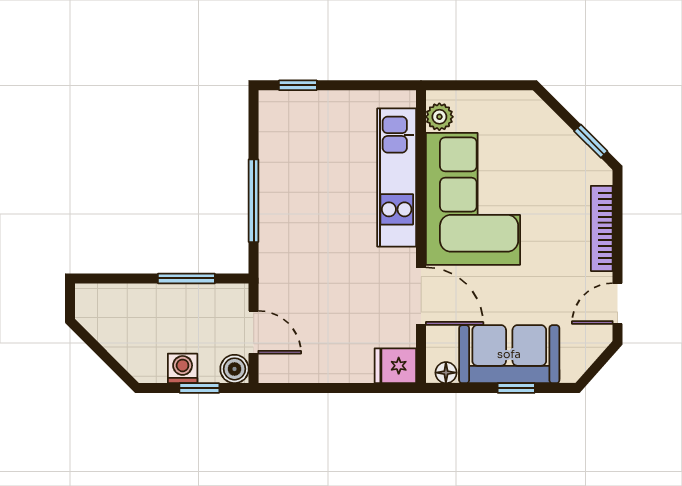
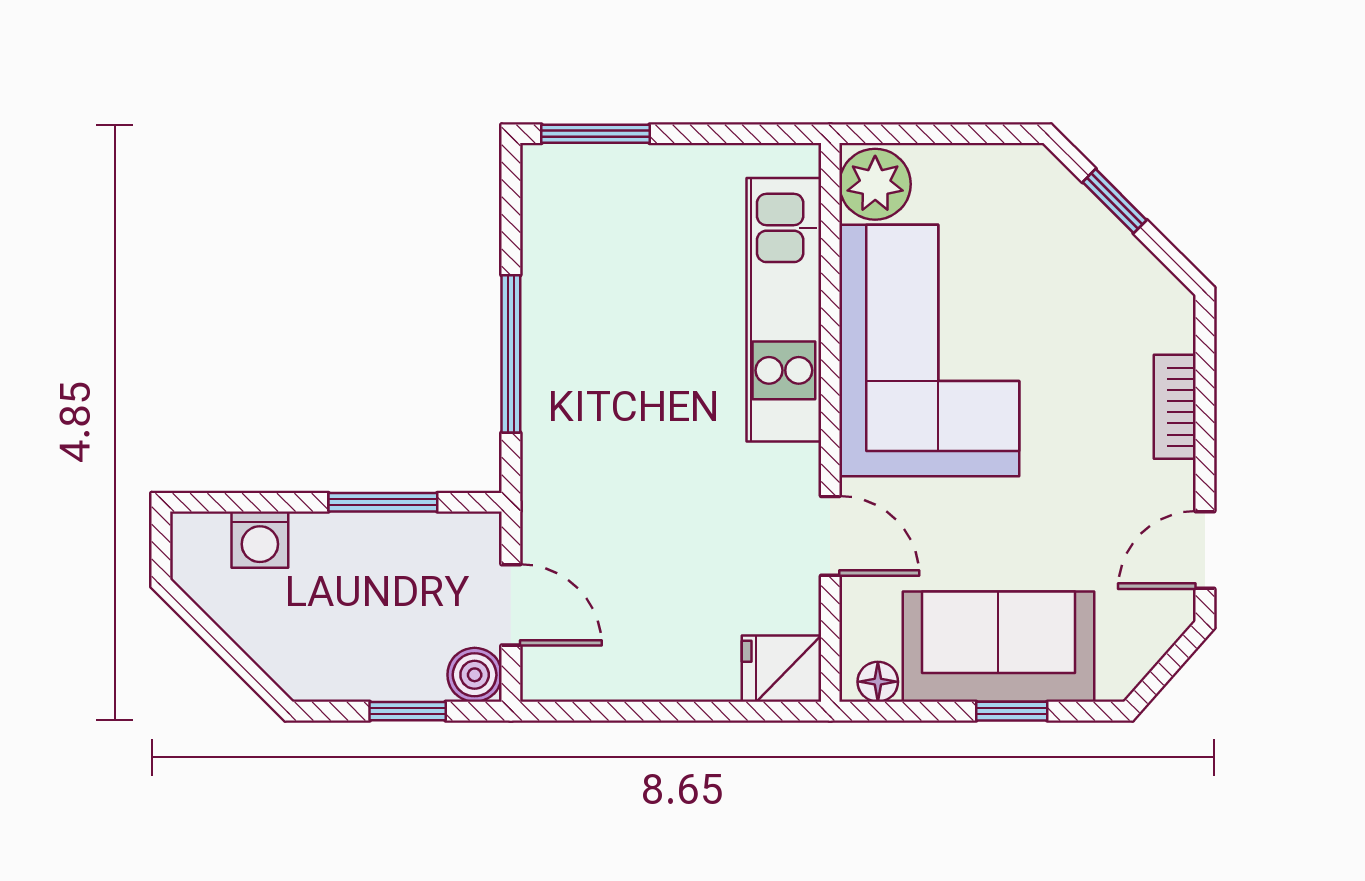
window: (298, 85) -> (596, 134), width x1.50
plant: (439, 117) -> (875, 184), width x1.38, depth x1.38
window: (591, 141) -> (1115, 201), moved
bookcase: (602, 228) -> (1175, 407), width x0.64
door: (421, 296) -> (830, 536), width x0.73
washing machine: (183, 368) -> (260, 540), moved, turned 180

